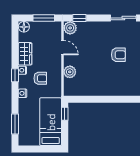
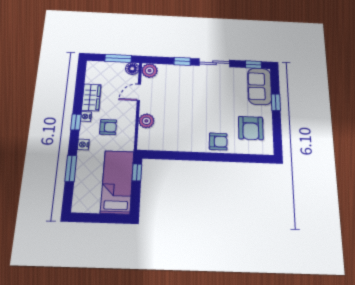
window: (79, 18) -> (182, 61), moved
floor lamp: (24, 27) -> (132, 69), moved
door: (62, 48) -> (139, 92), swing flipped
armchair: (118, 55) -> (218, 141), moved
window: (15, 124) -> (71, 168), moved

